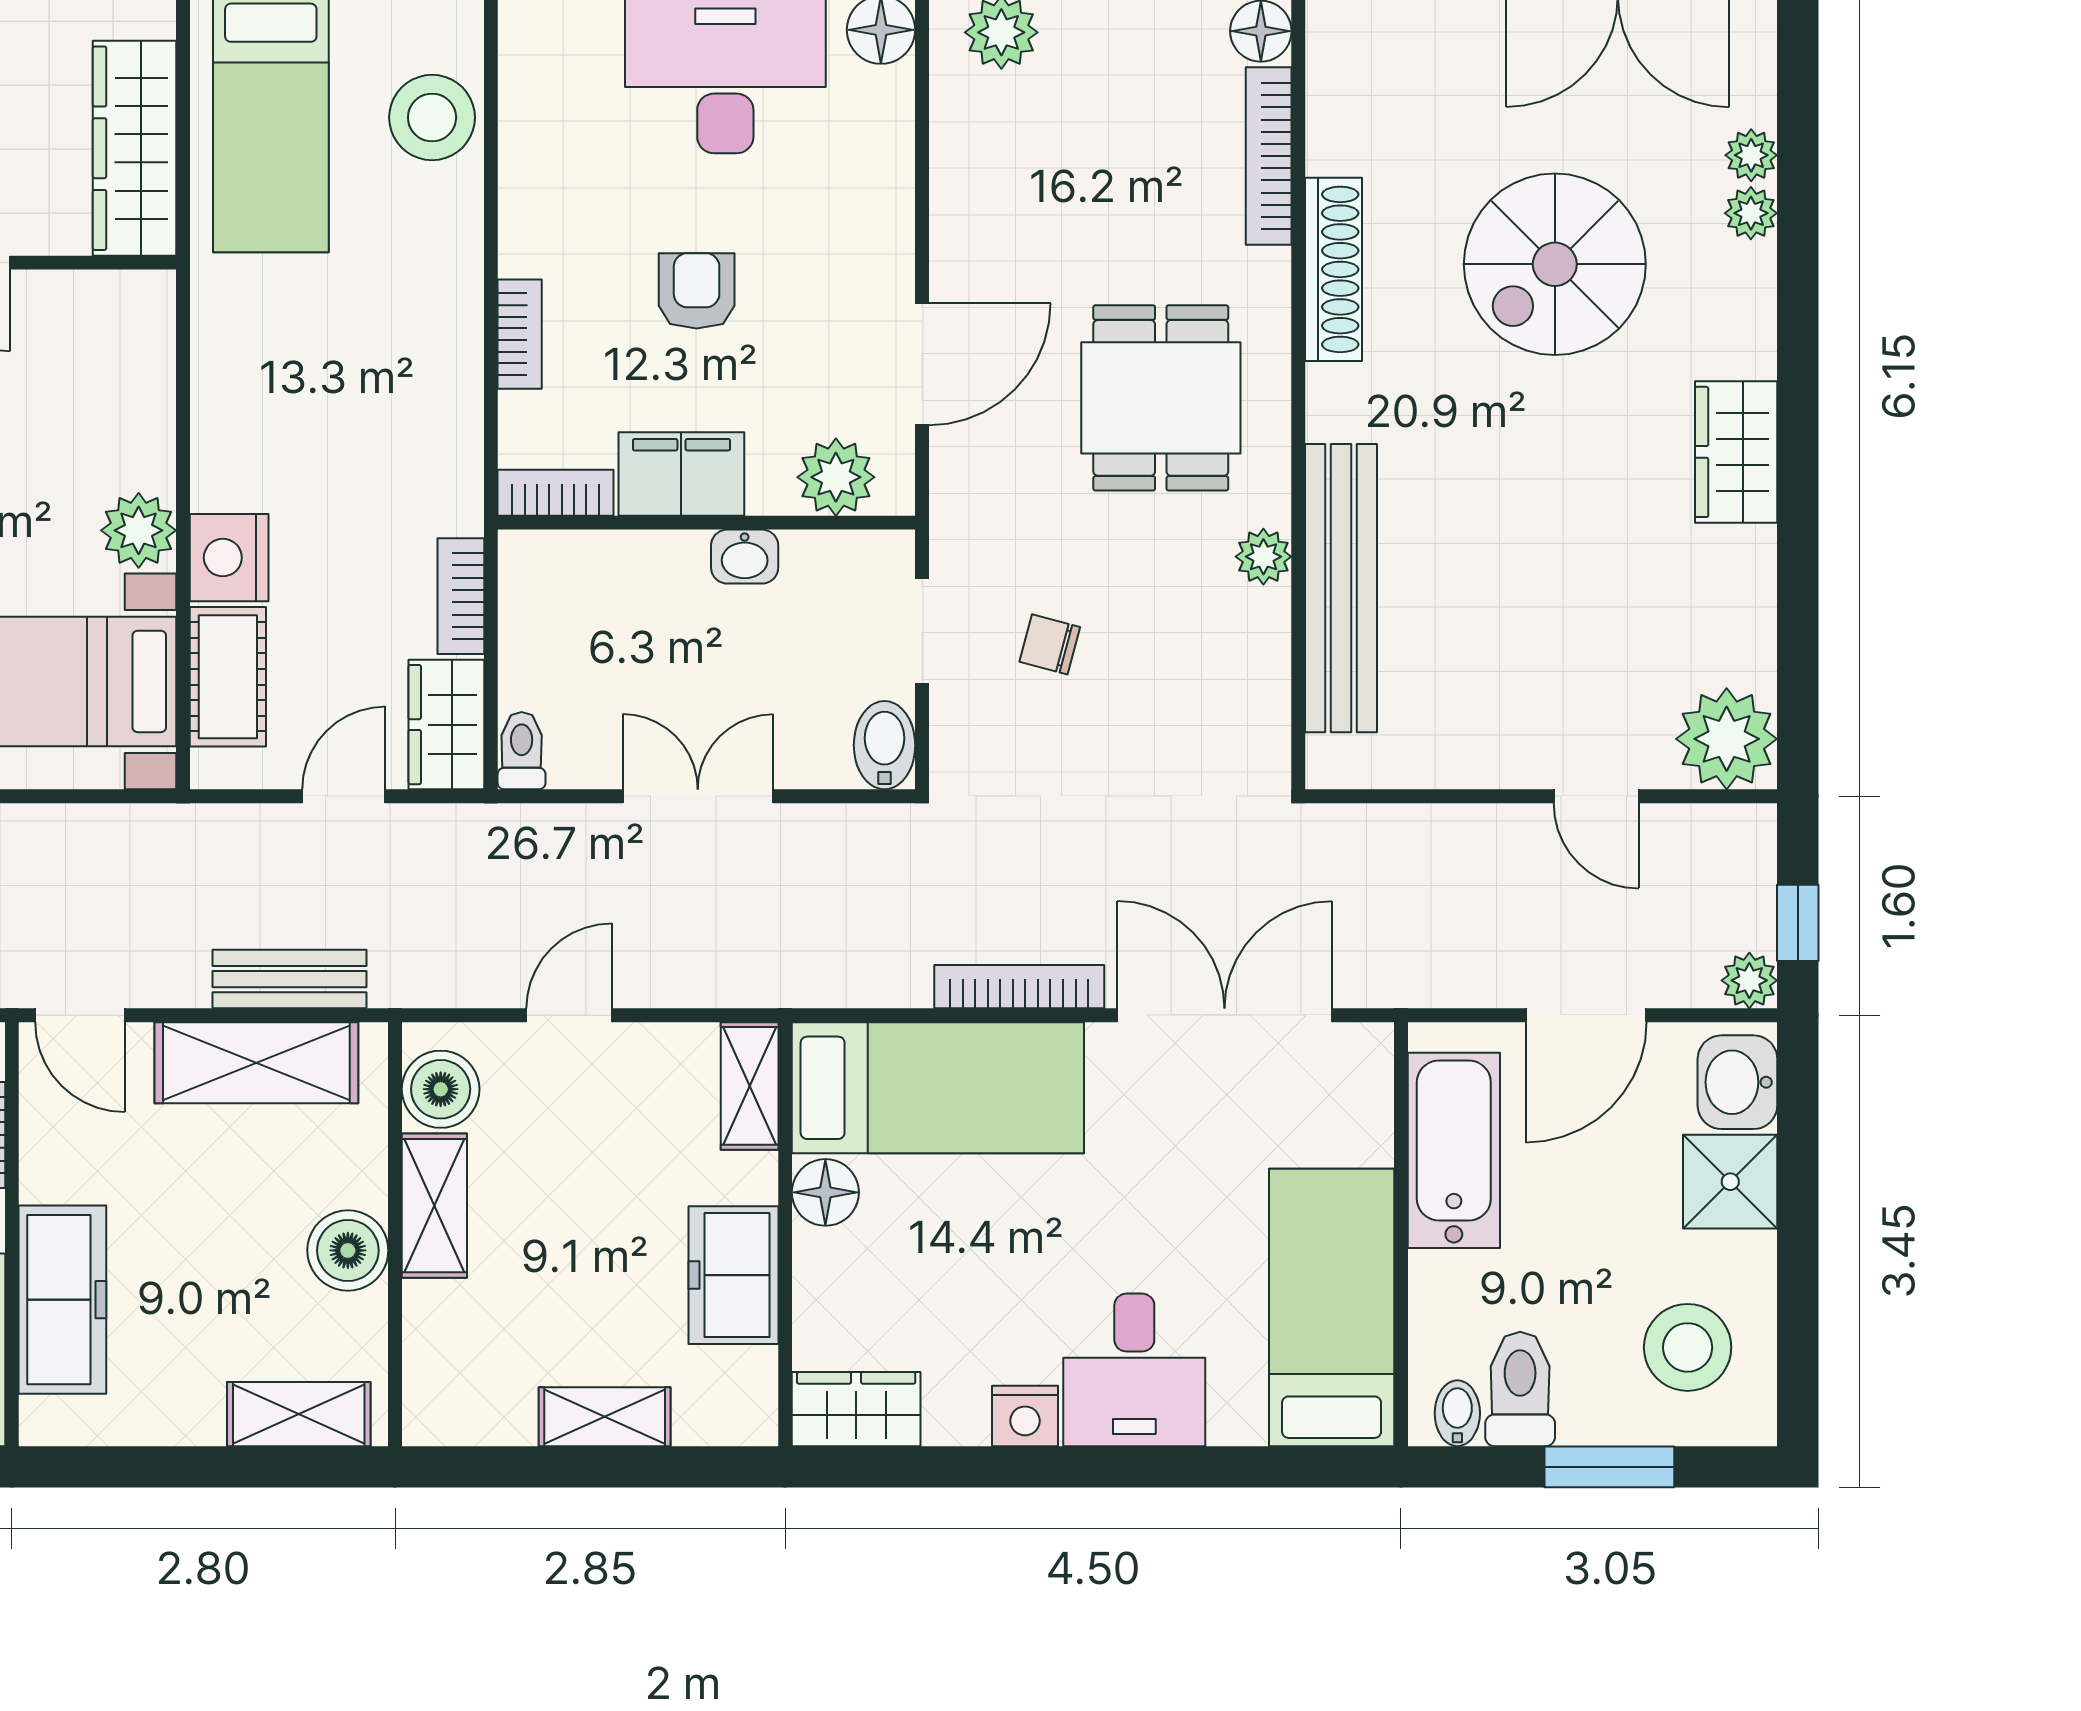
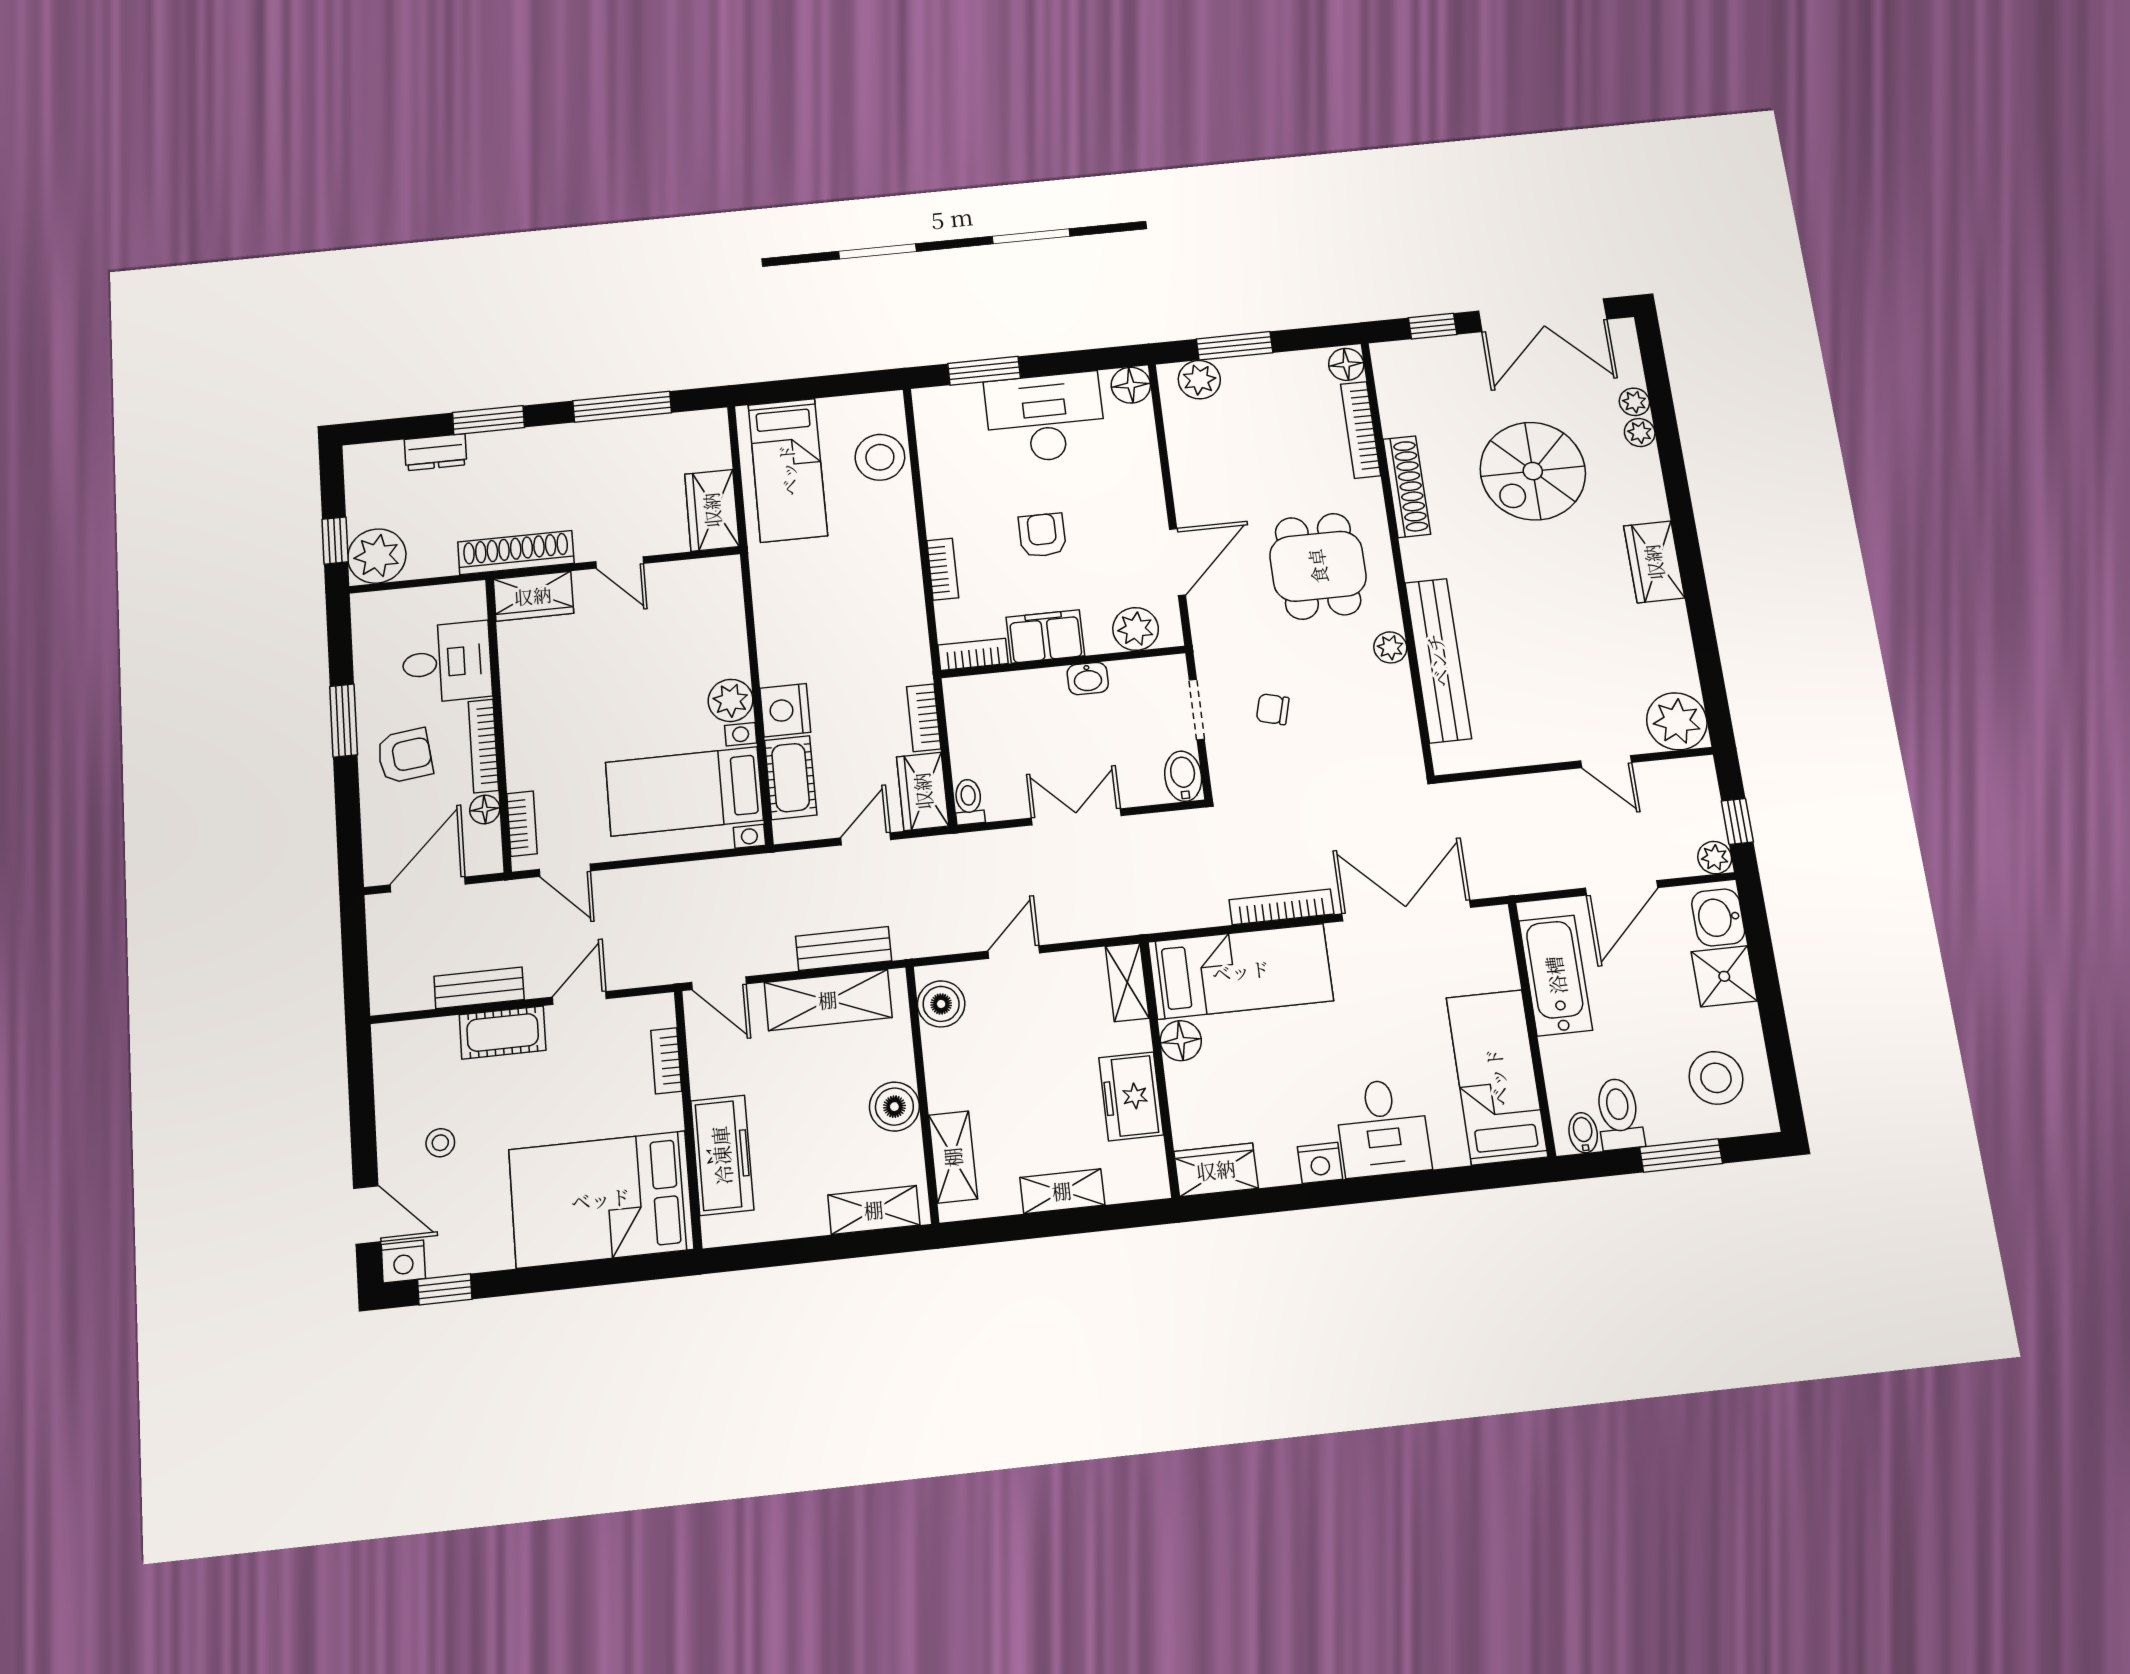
wardrobe: (135, 148) -> (712, 510), width x0.67
shelving: (434, 1206) -> (953, 1157), moved

